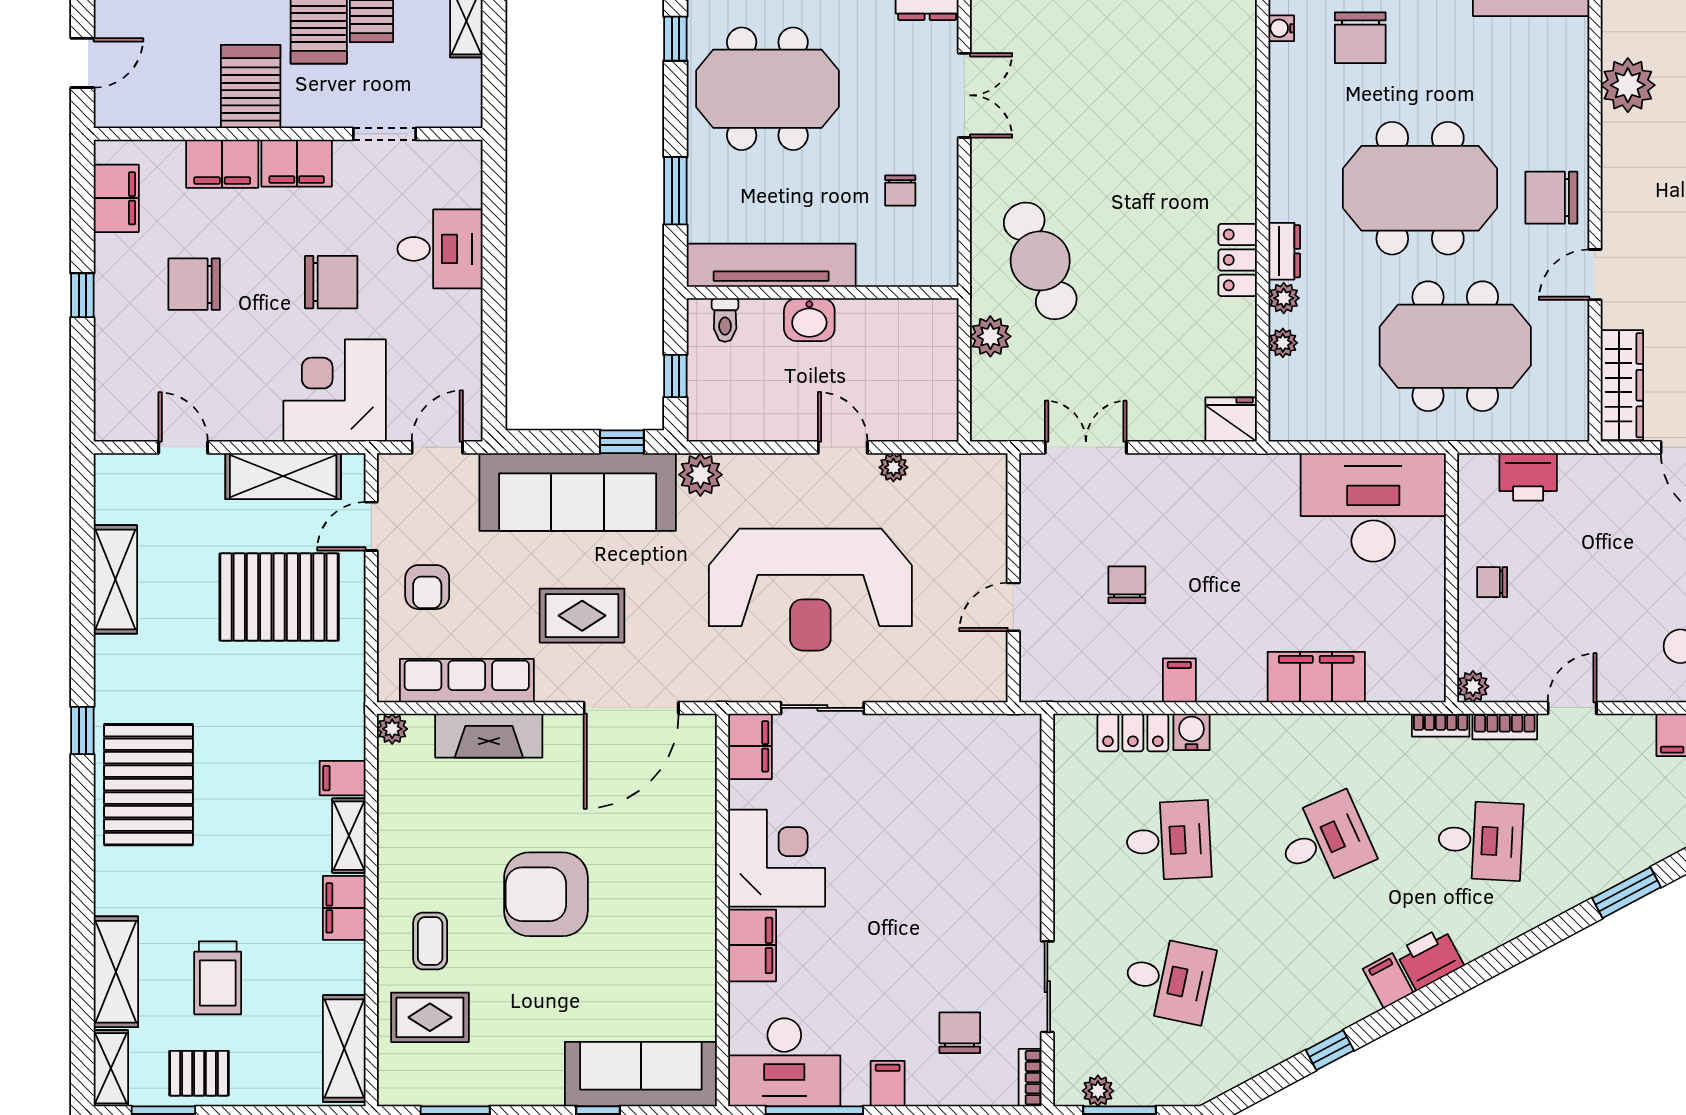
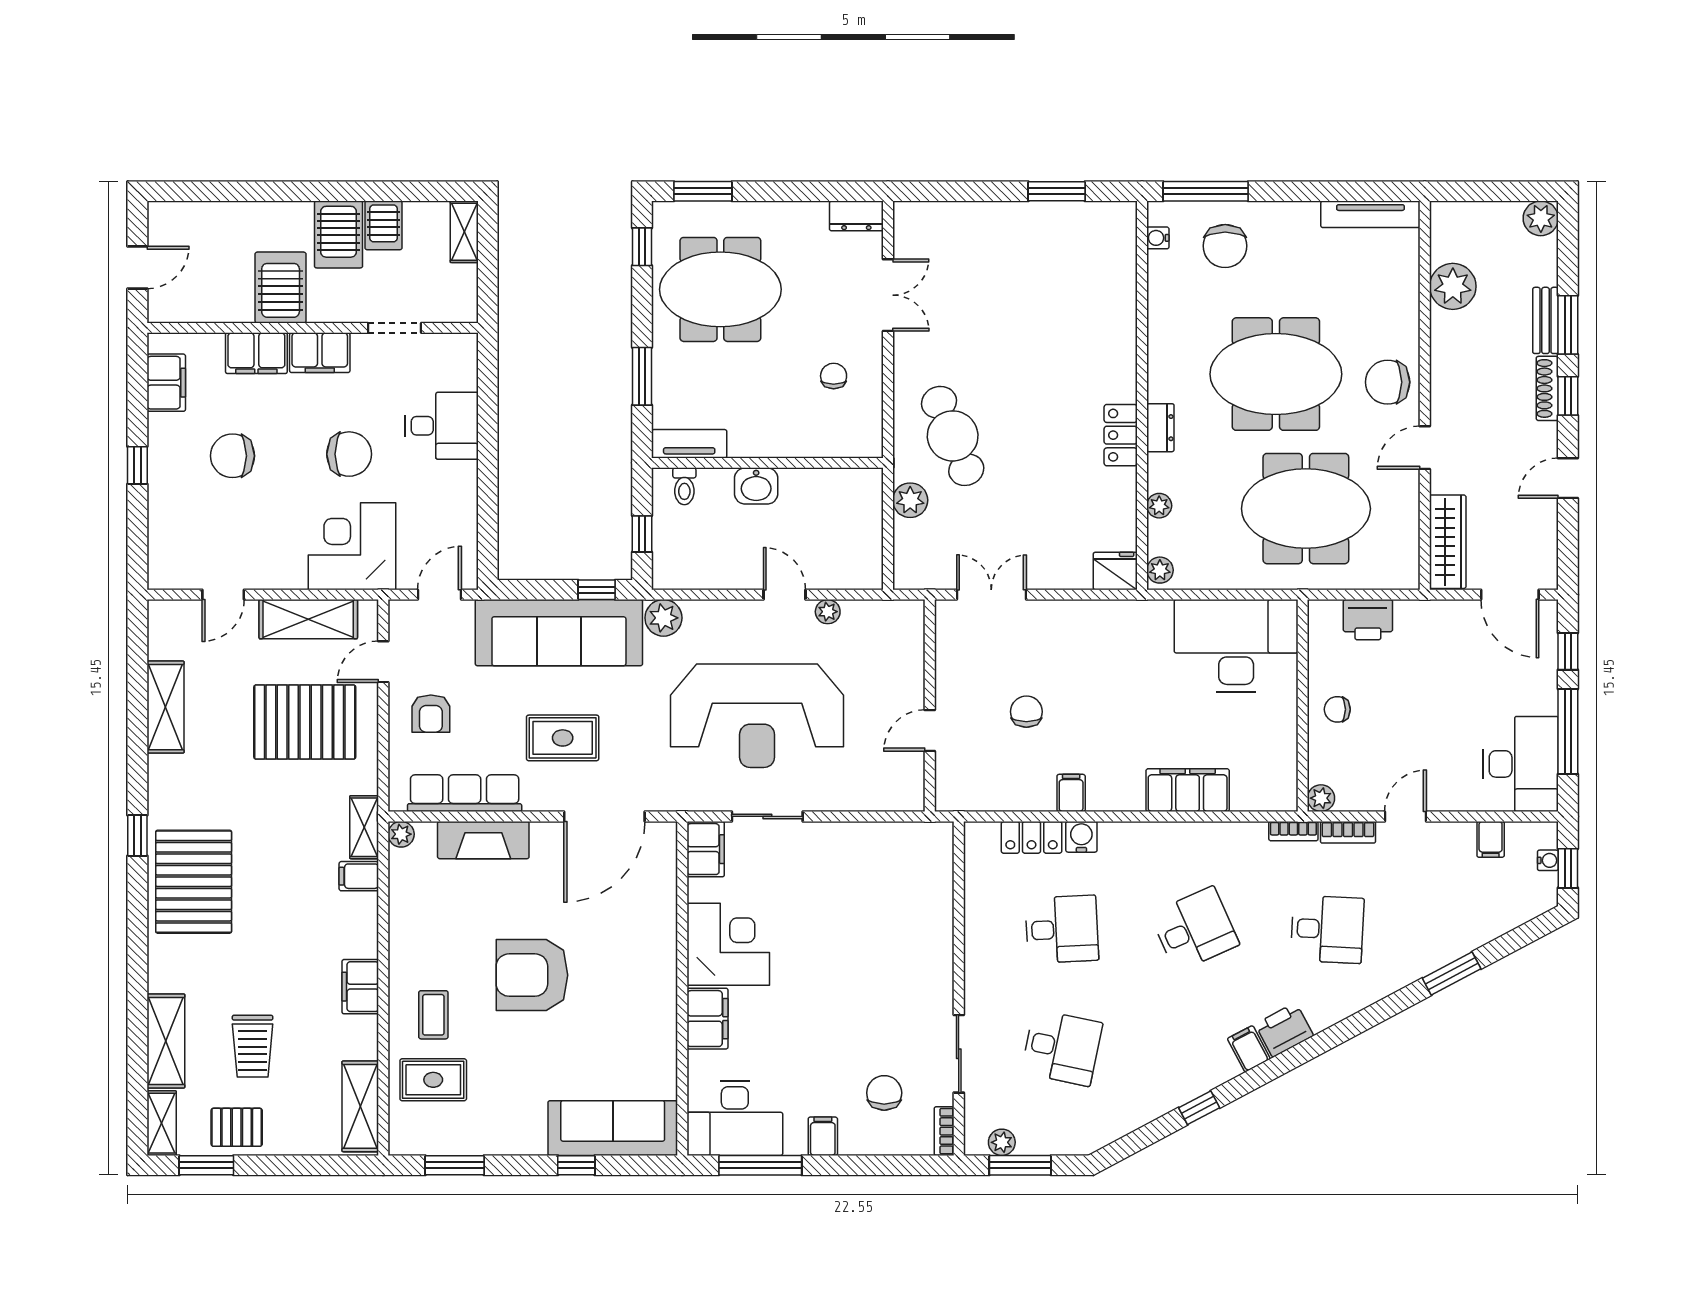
chair: (900, 190) -> (834, 376), turned 180
tv unit: (771, 265) -> (689, 444), width x0.52, depth x0.78
plant: (1284, 298) -> (1160, 570), moved
door: (183, 447) -> (223, 595), swing flipped
shelving: (349, 836) -> (364, 827), moved

